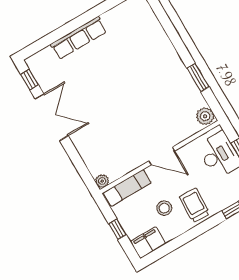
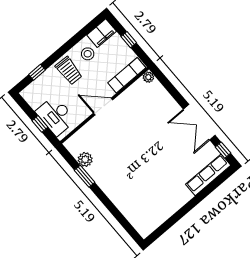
row of seats: (79, 38) -> (208, 175), moved
plant: (205, 116) -> (85, 159), moved
stool: (164, 208) -> (88, 54), moved

